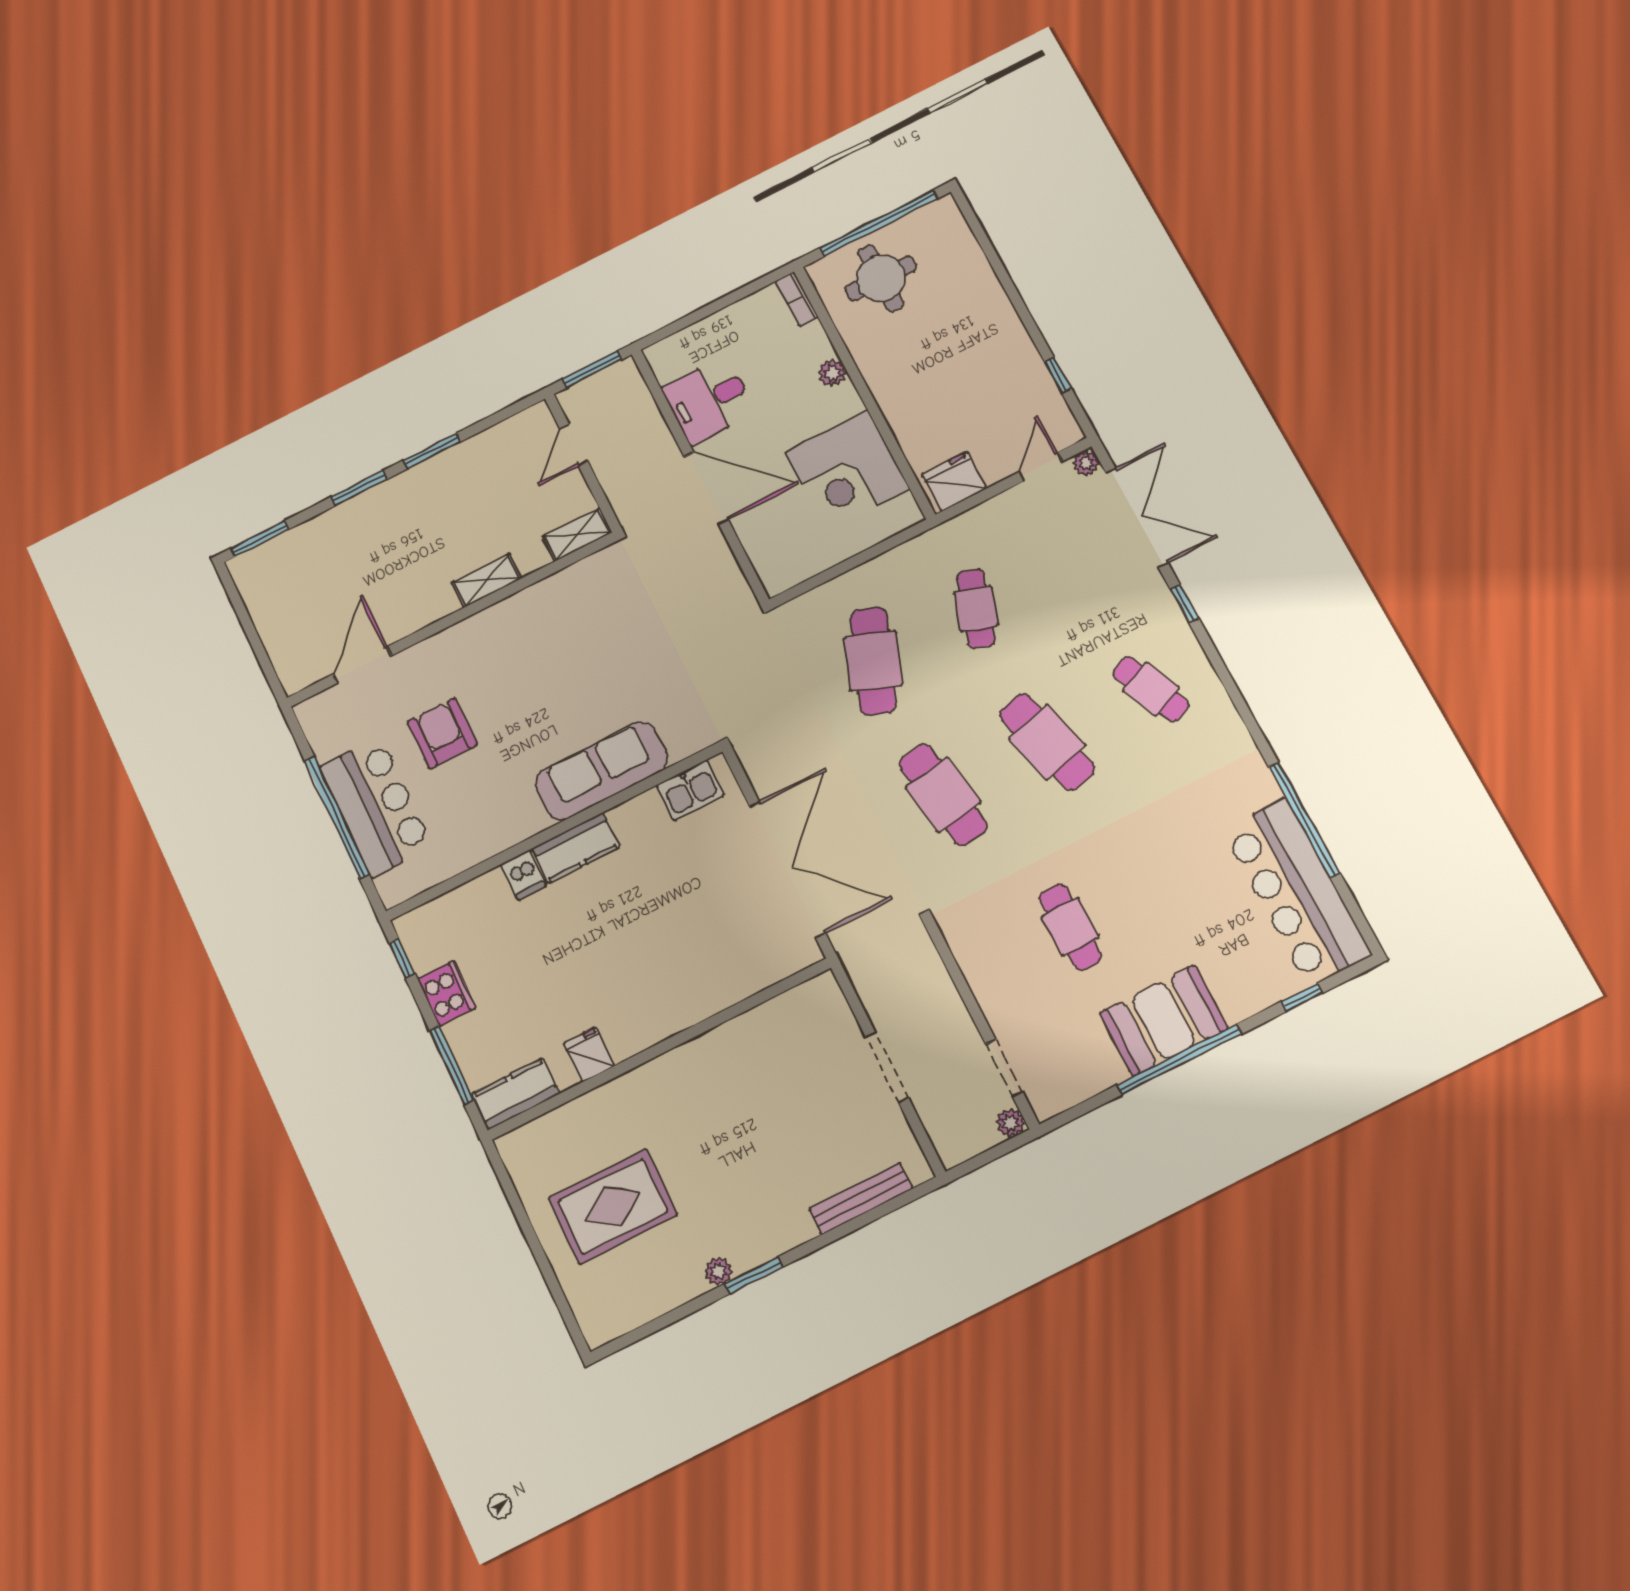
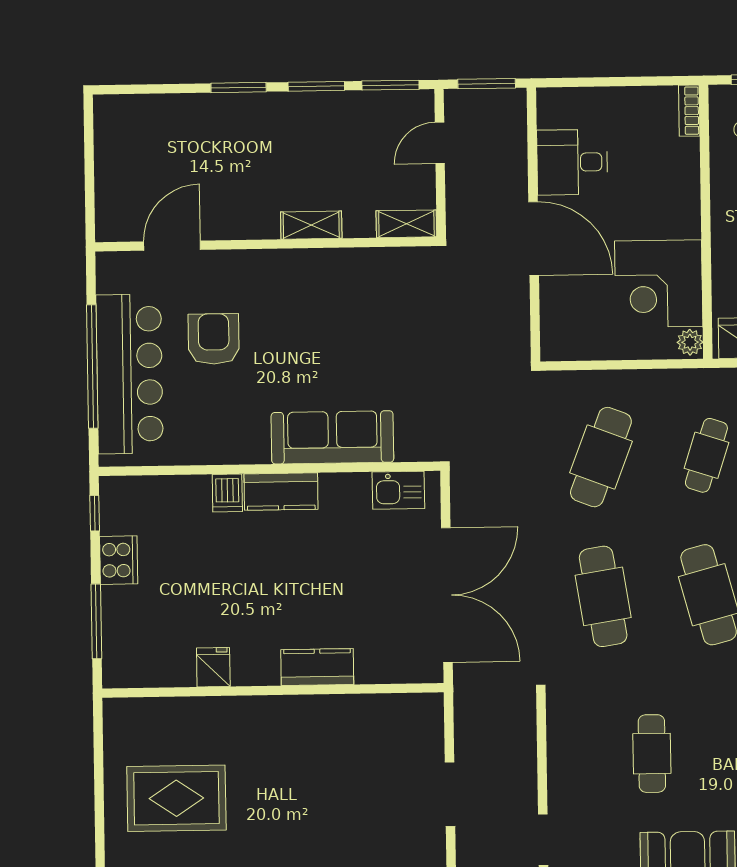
plant: (832, 373) -> (690, 342), moved
window: (260, 539) -> (390, 85), moved
bar counter: (376, 807) -> (129, 374), width x1.36
kitchen counter: (516, 1094) -> (317, 667), moved

